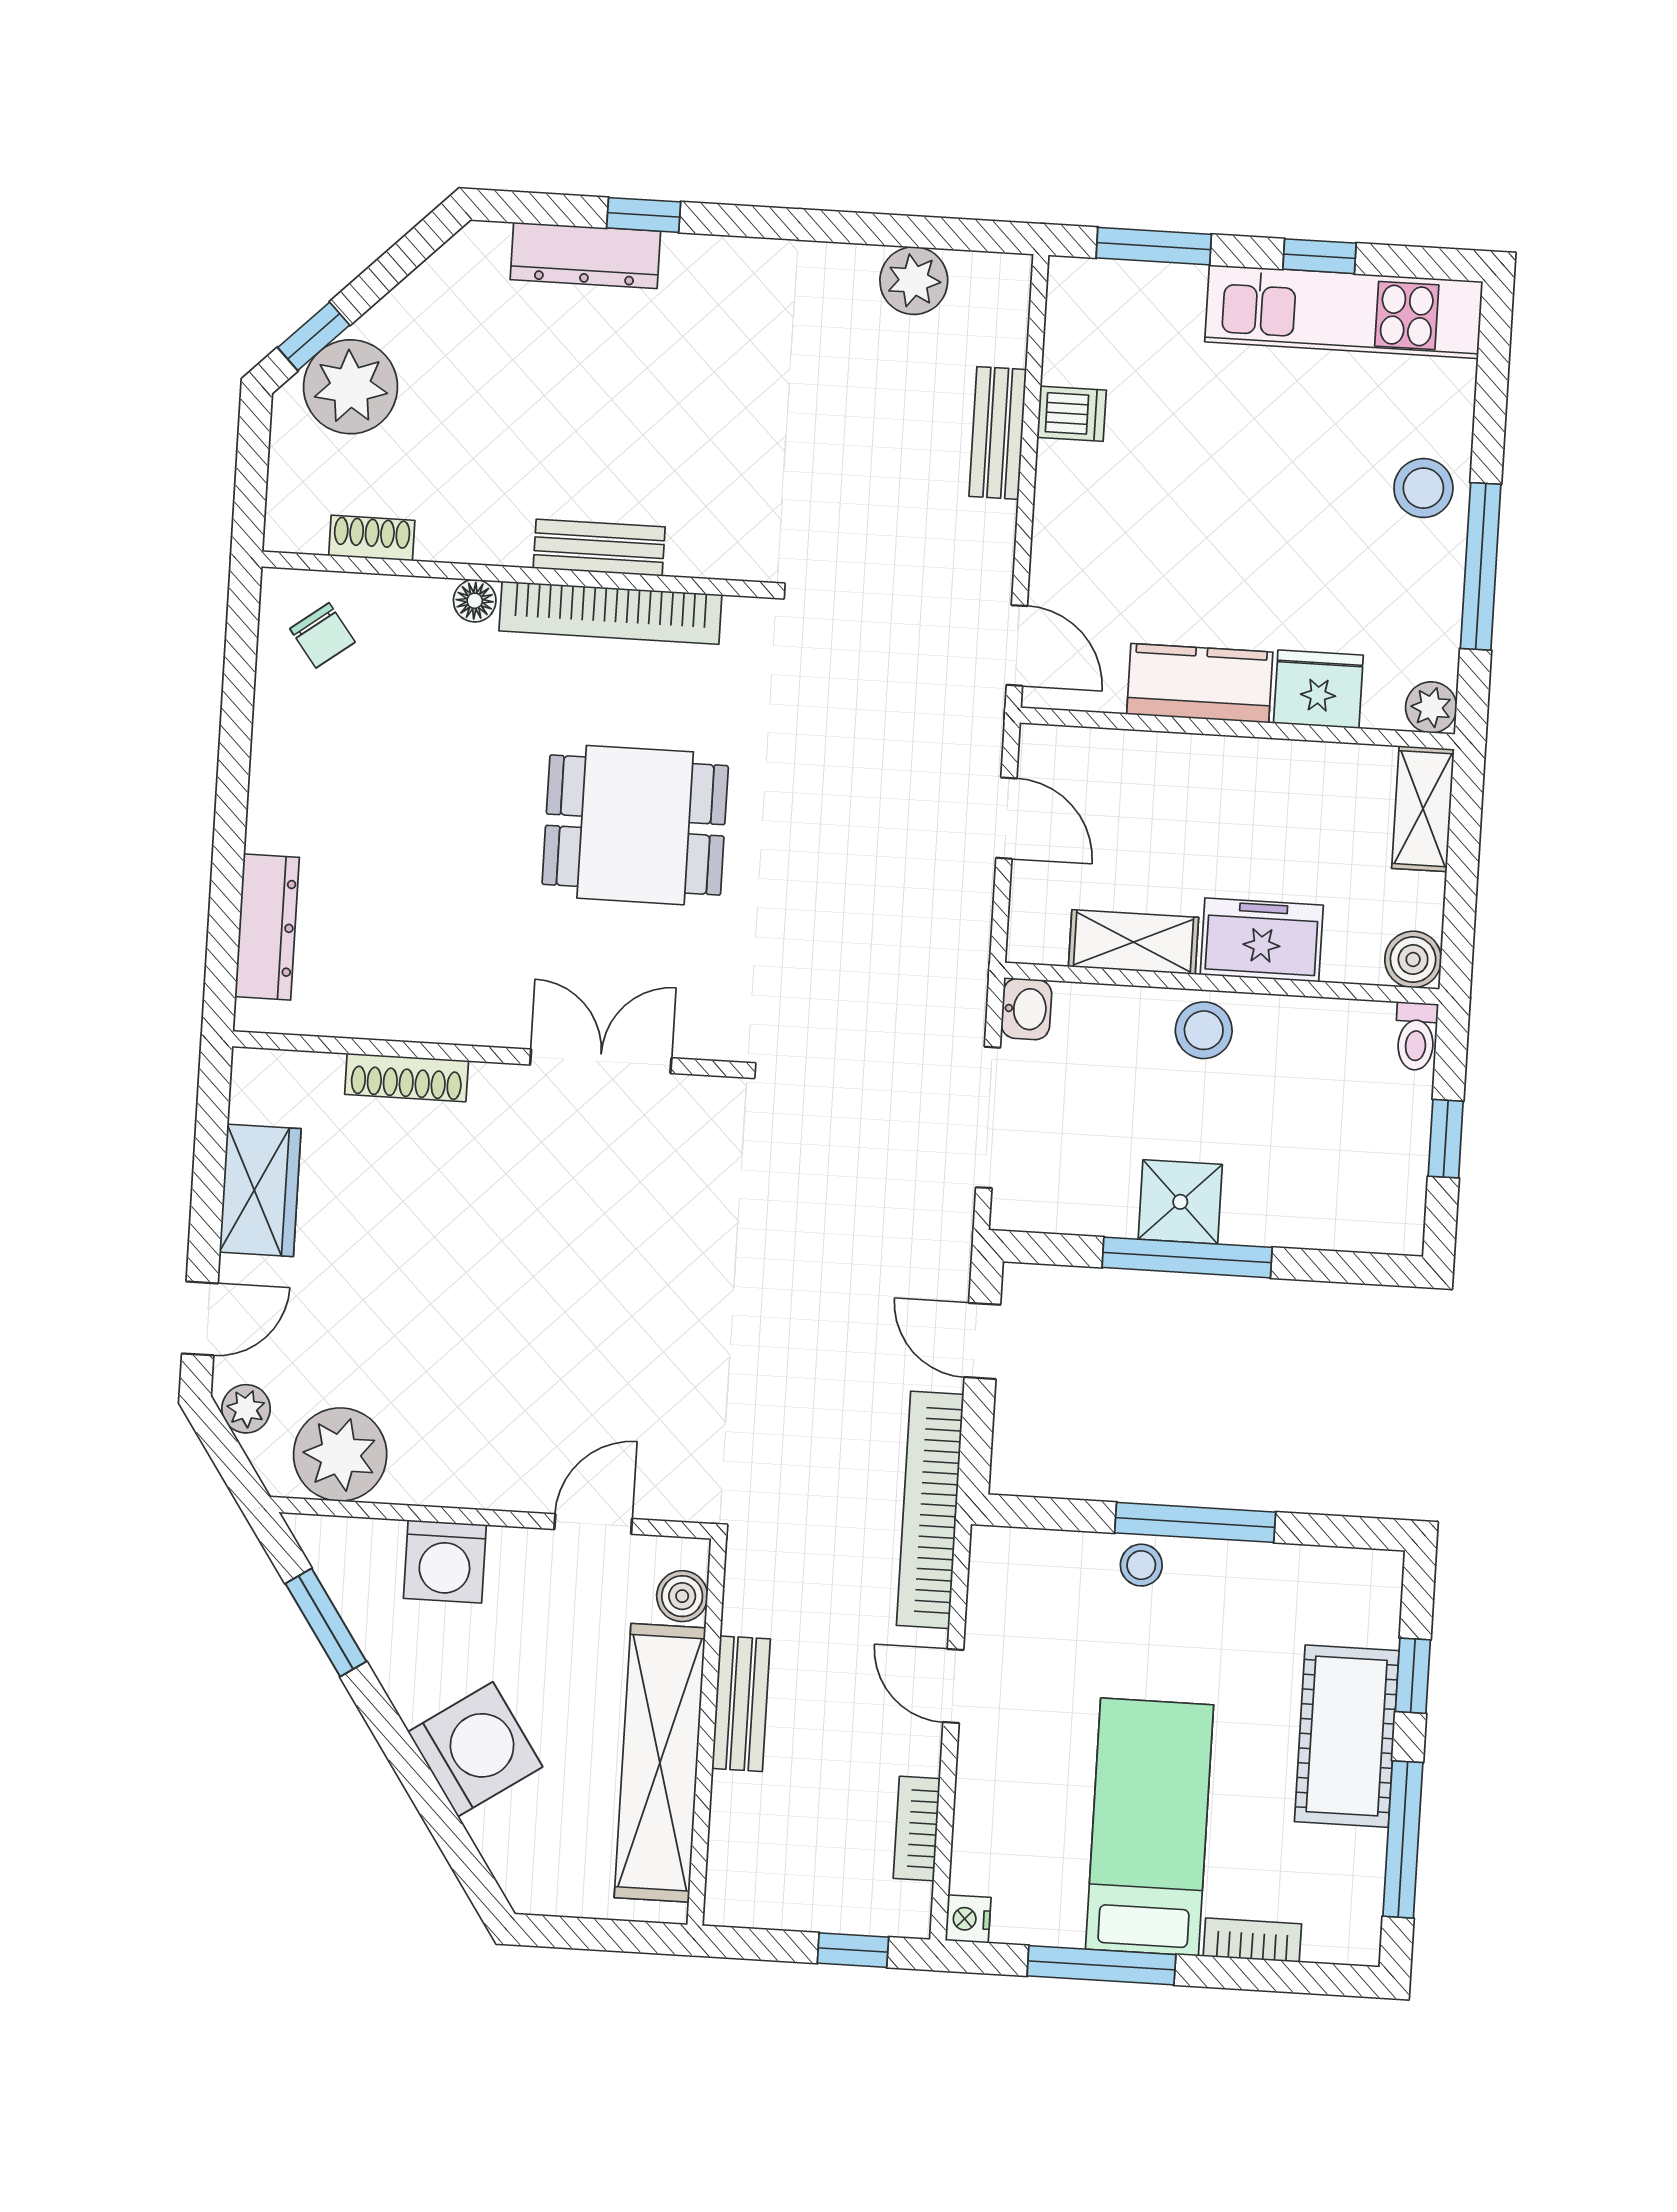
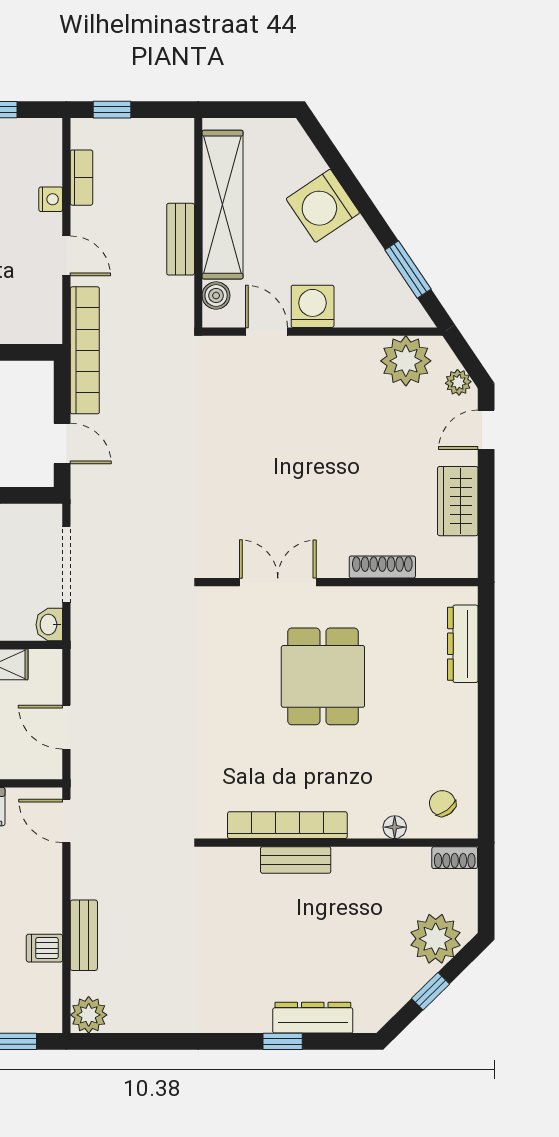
plant: (914, 281) -> (89, 1015), moved
window: (314, 336) -> (430, 991), moved
shoe rack: (372, 538) -> (455, 858), moved
floor lamp: (475, 601) -> (395, 827), moved
dining table: (635, 825) -> (323, 676), moved, turned 90
double door: (601, 1061) -> (278, 582), swing flipped
door: (593, 1524) -> (267, 332), swing flipped
washing machine: (445, 1562) -> (313, 306), moved
nightstand: (968, 1919) -> (51, 199), moved

